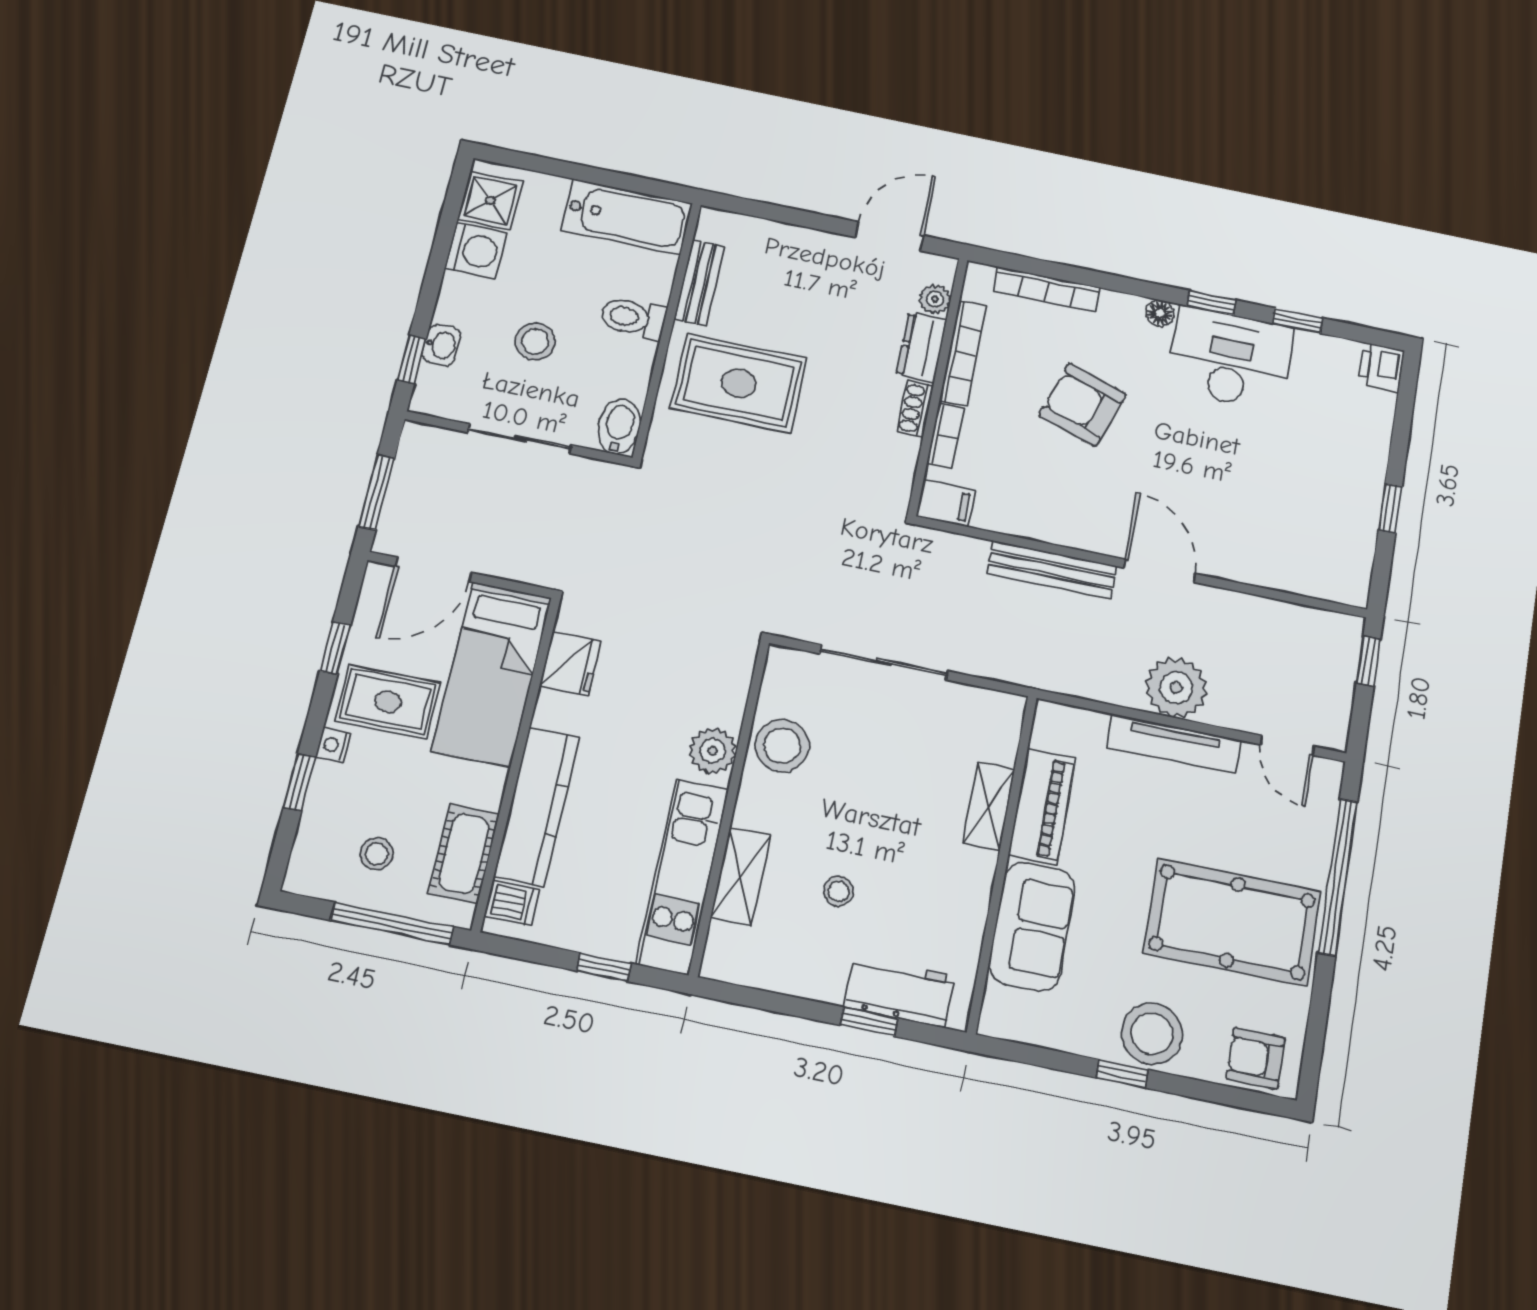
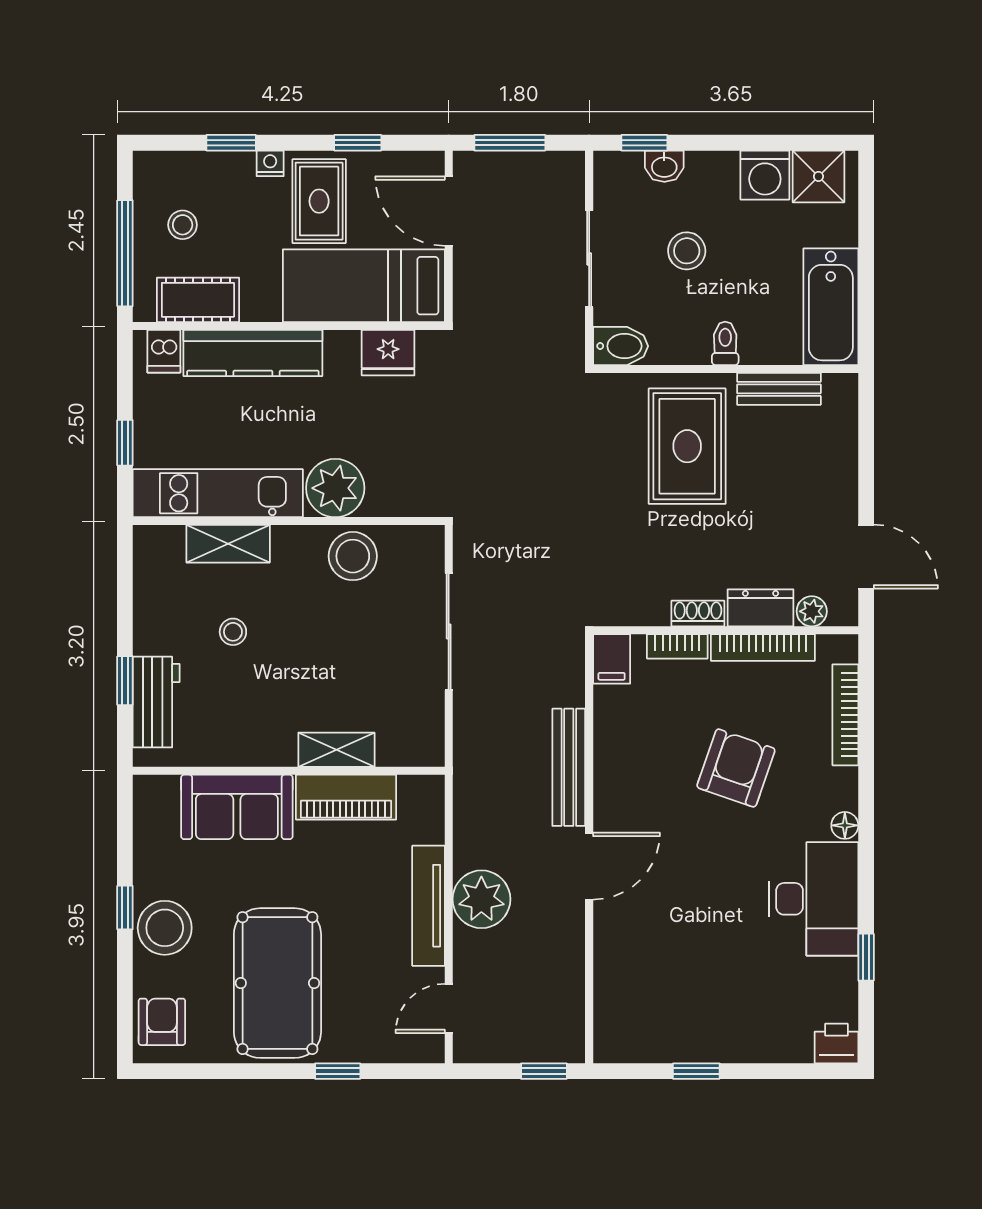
window: (1211, 303) -> (866, 873), removed
toilet: (633, 318) -> (725, 343), width x0.73, depth x0.72
plant: (713, 751) -> (335, 488), width x1.36, depth x1.36
window: (1338, 877) -> (338, 1071), width x0.32

